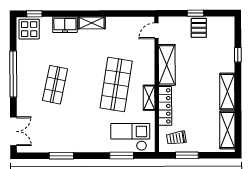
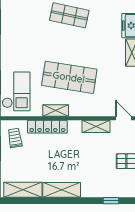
window: (238, 55) -> (111, 201), moved
shelving: (167, 65) -> (96, 126), width x0.67, depth x0.75

